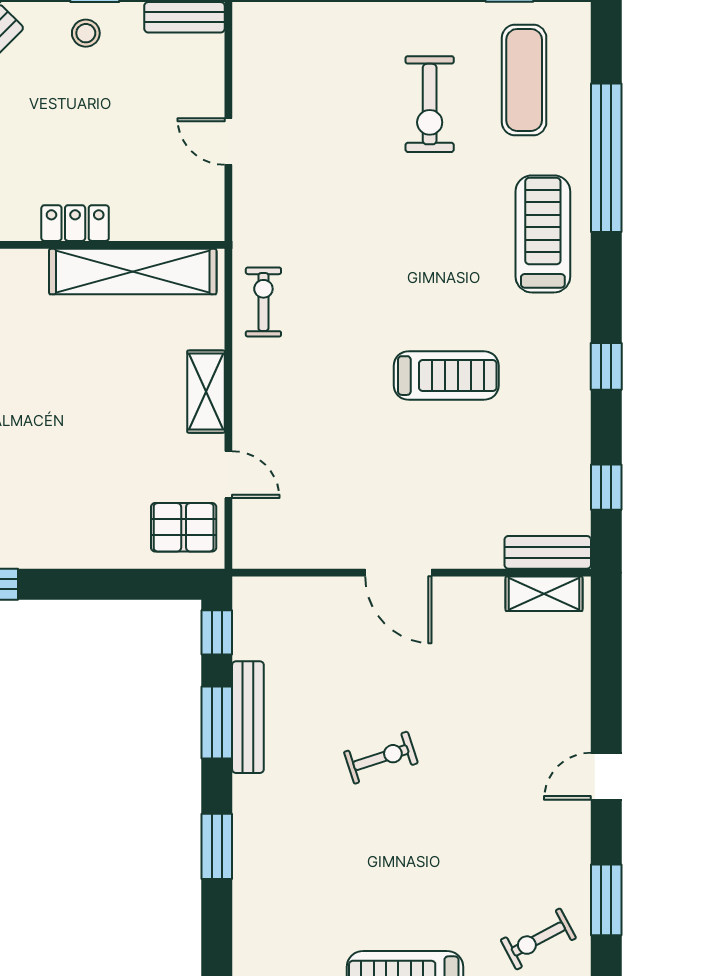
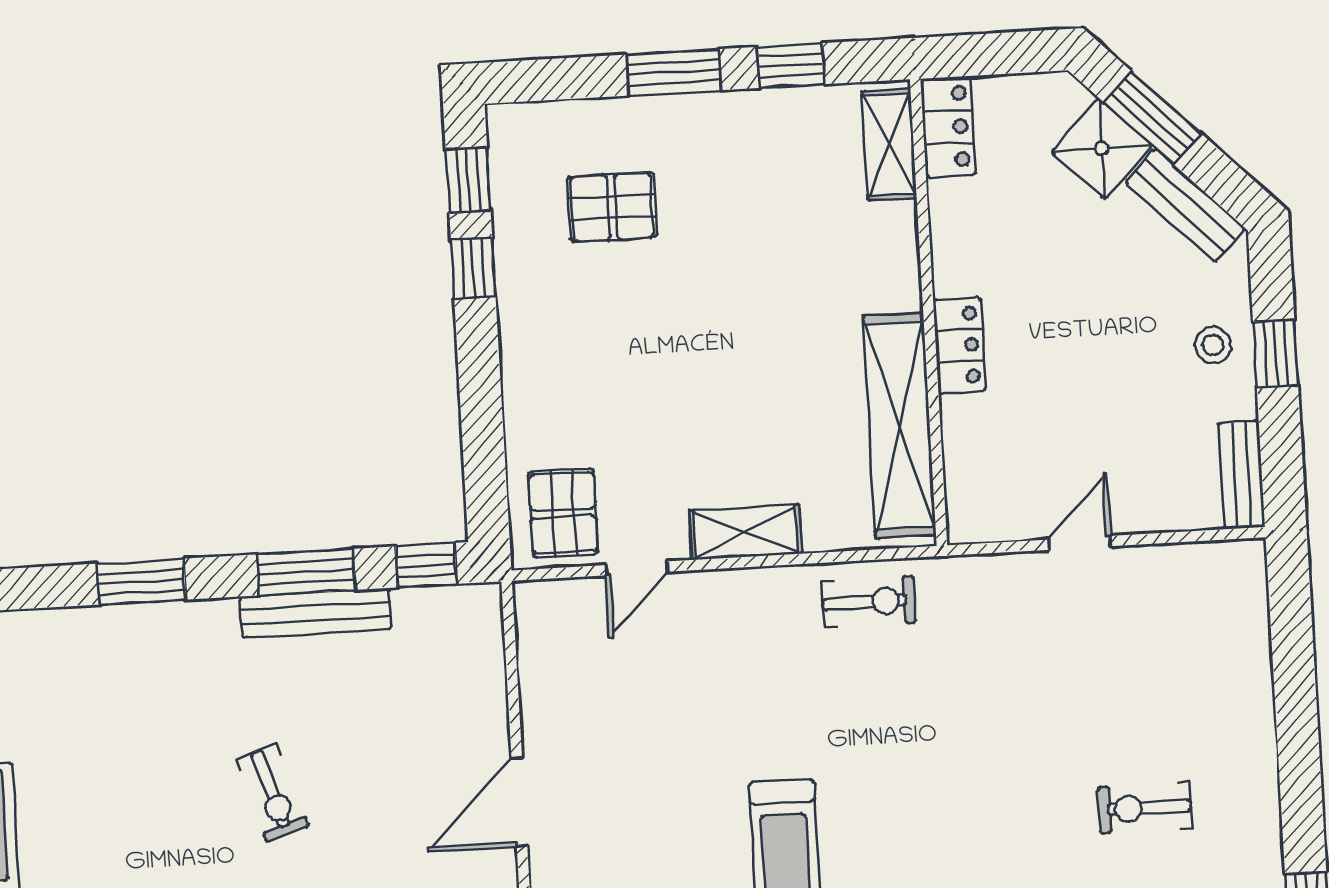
exercise bike: (430, 104) -> (1145, 808), width x0.73, depth x0.72

